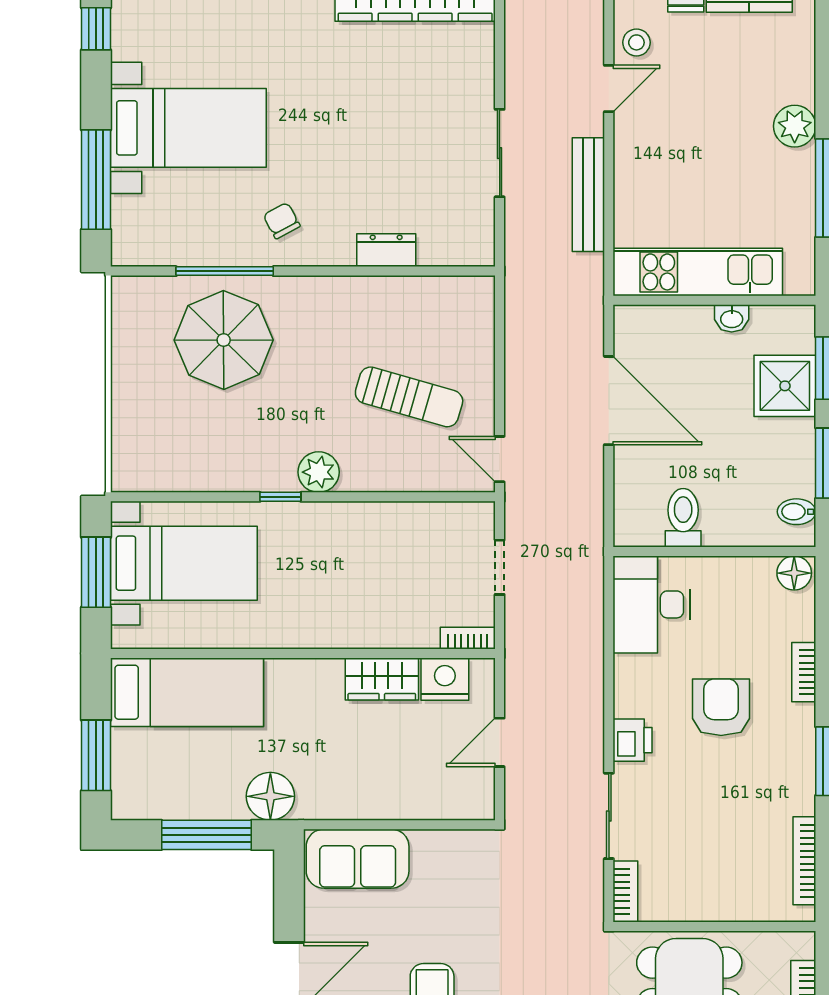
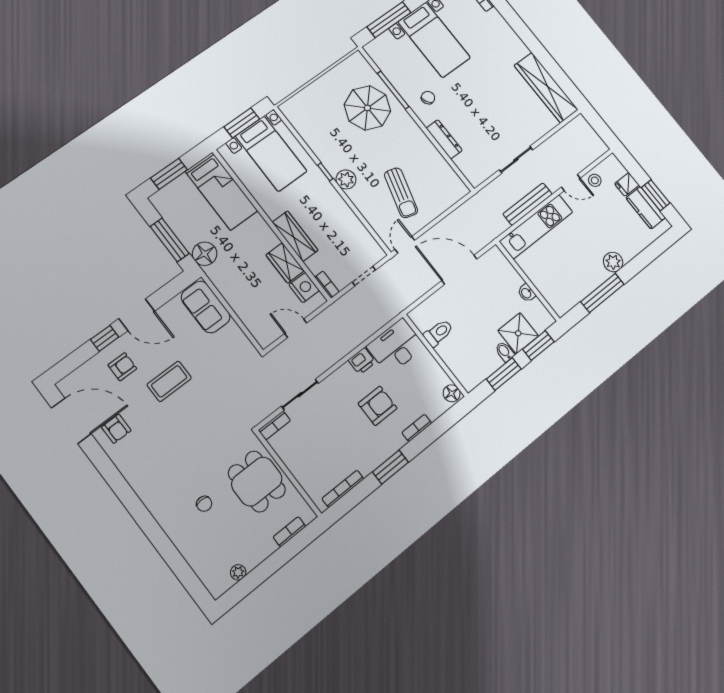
dresser: (386, 250) -> (444, 139), width x1.44
kitchen unit: (698, 272) -> (536, 227), moved, turned 90
door: (609, 401) -> (459, 270), swing flipped
bidet: (797, 512) -> (505, 352), moved
wardrobe: (350, 629) -> (295, 236), added
printer: (632, 740) -> (362, 361), moved

